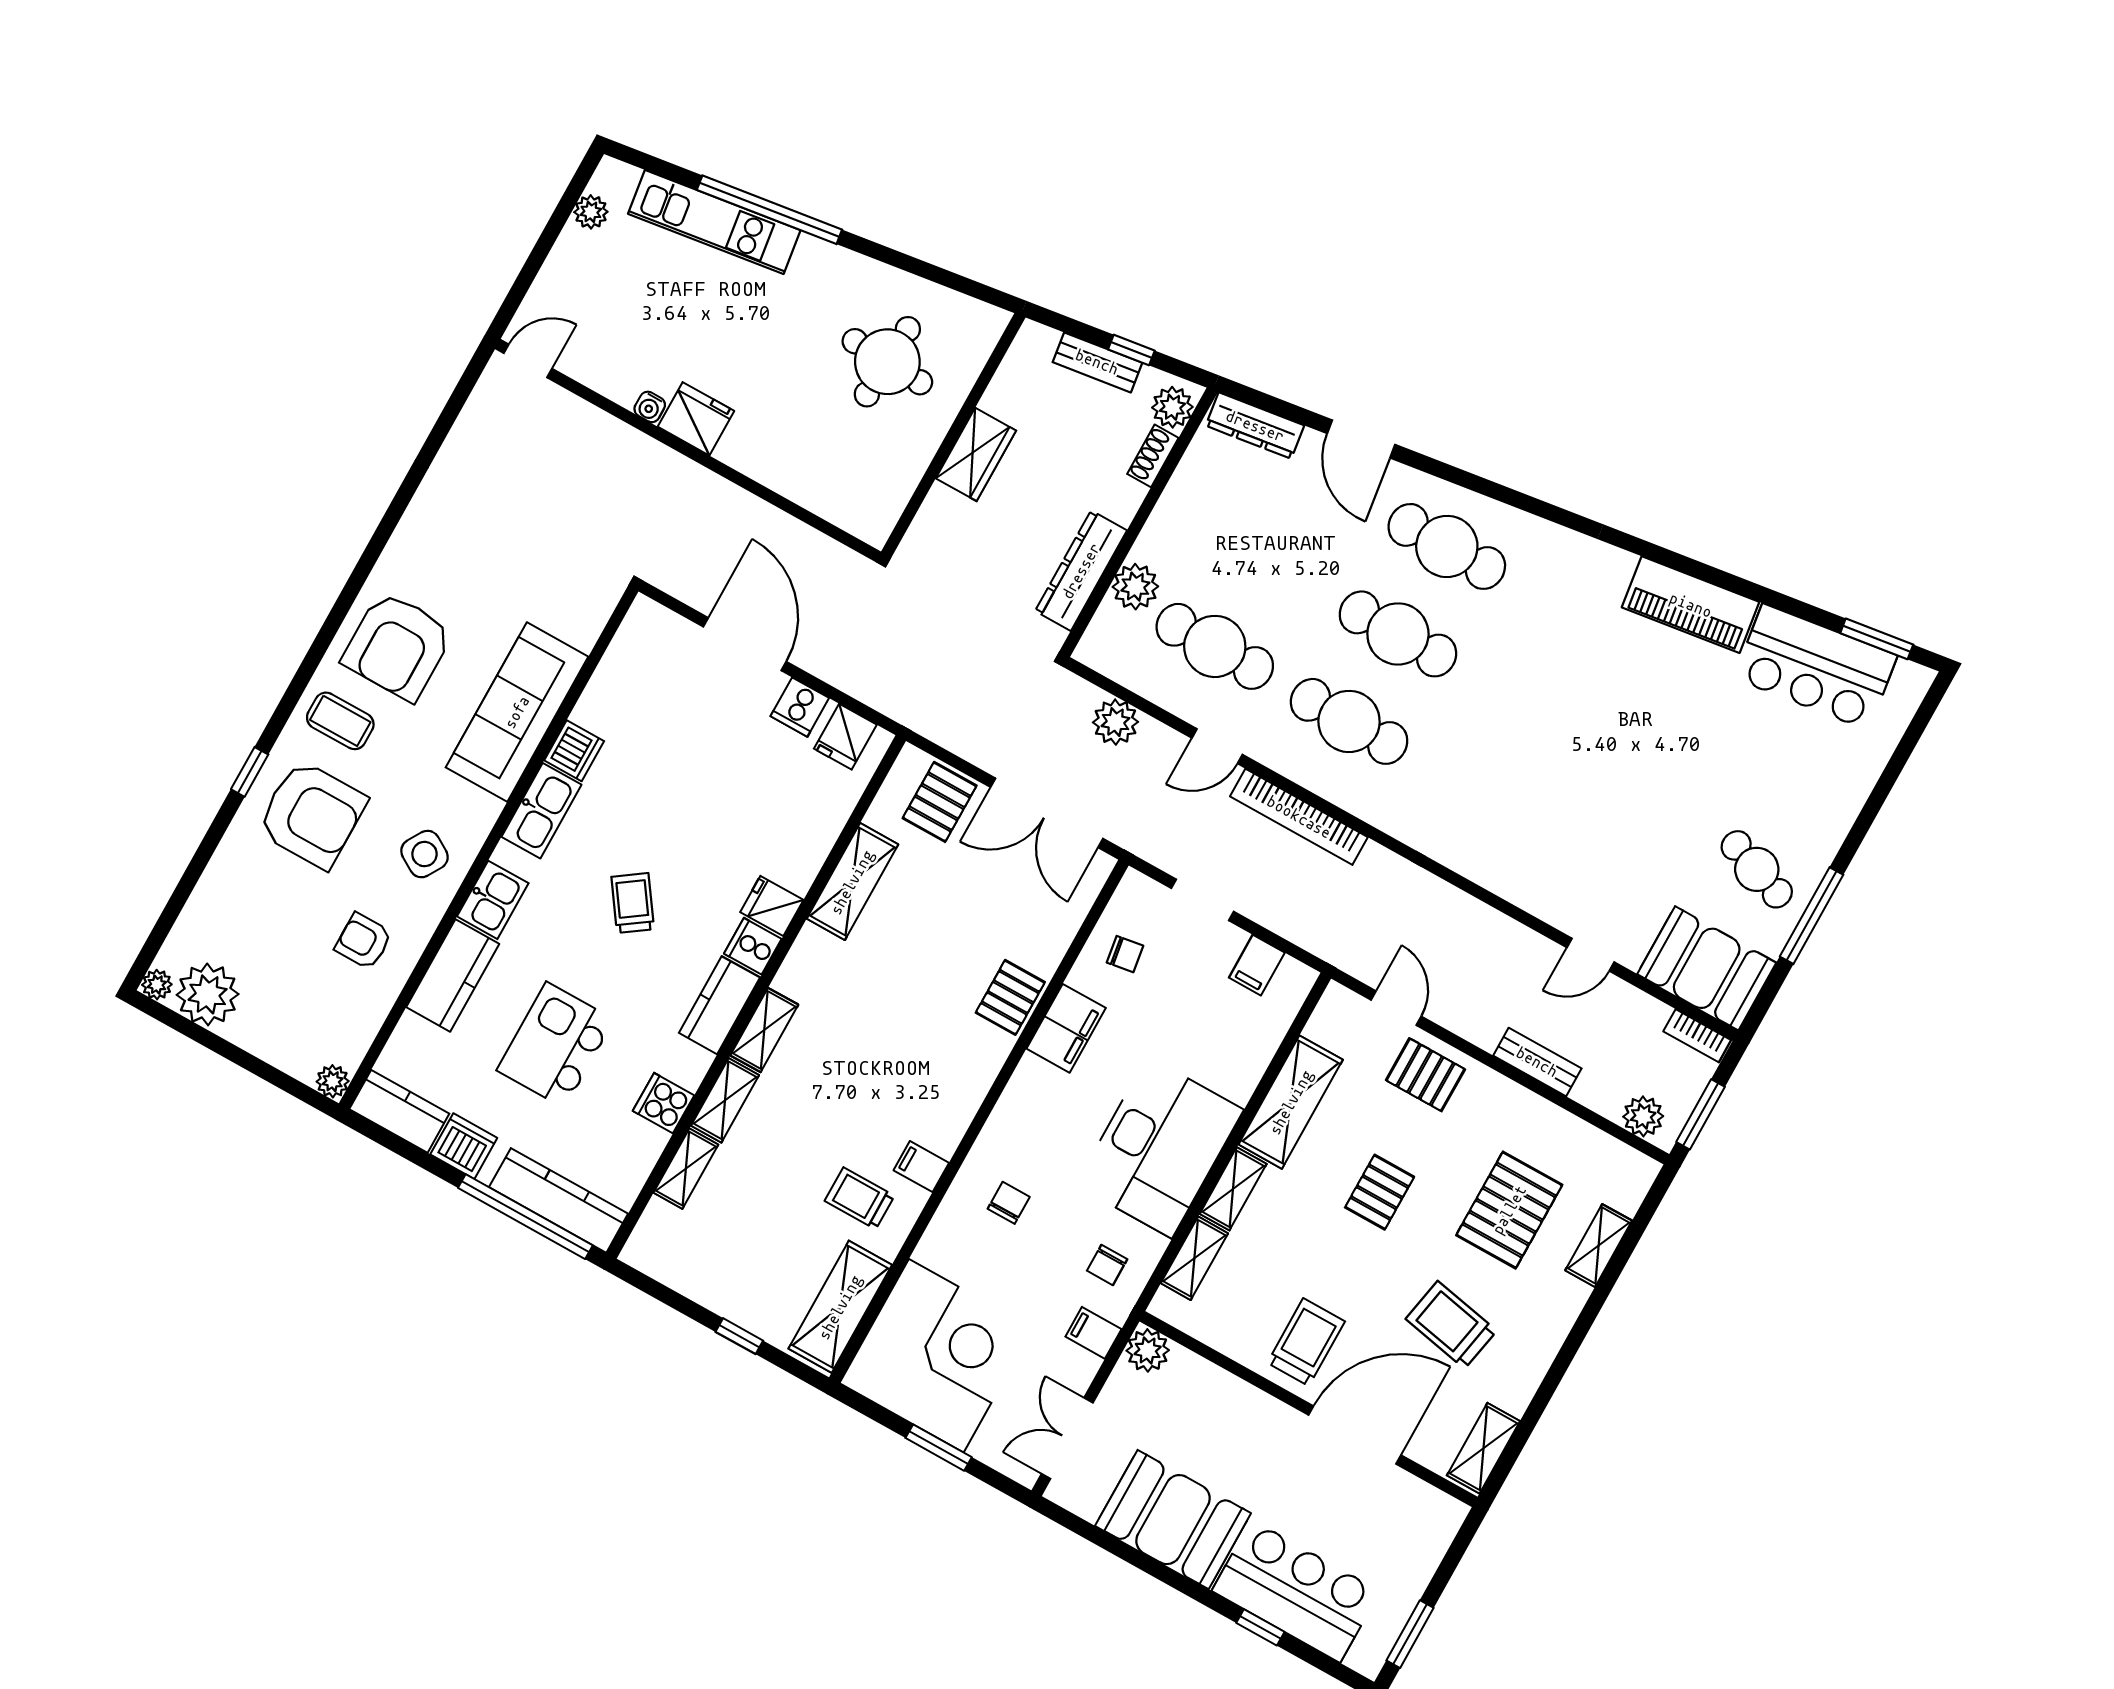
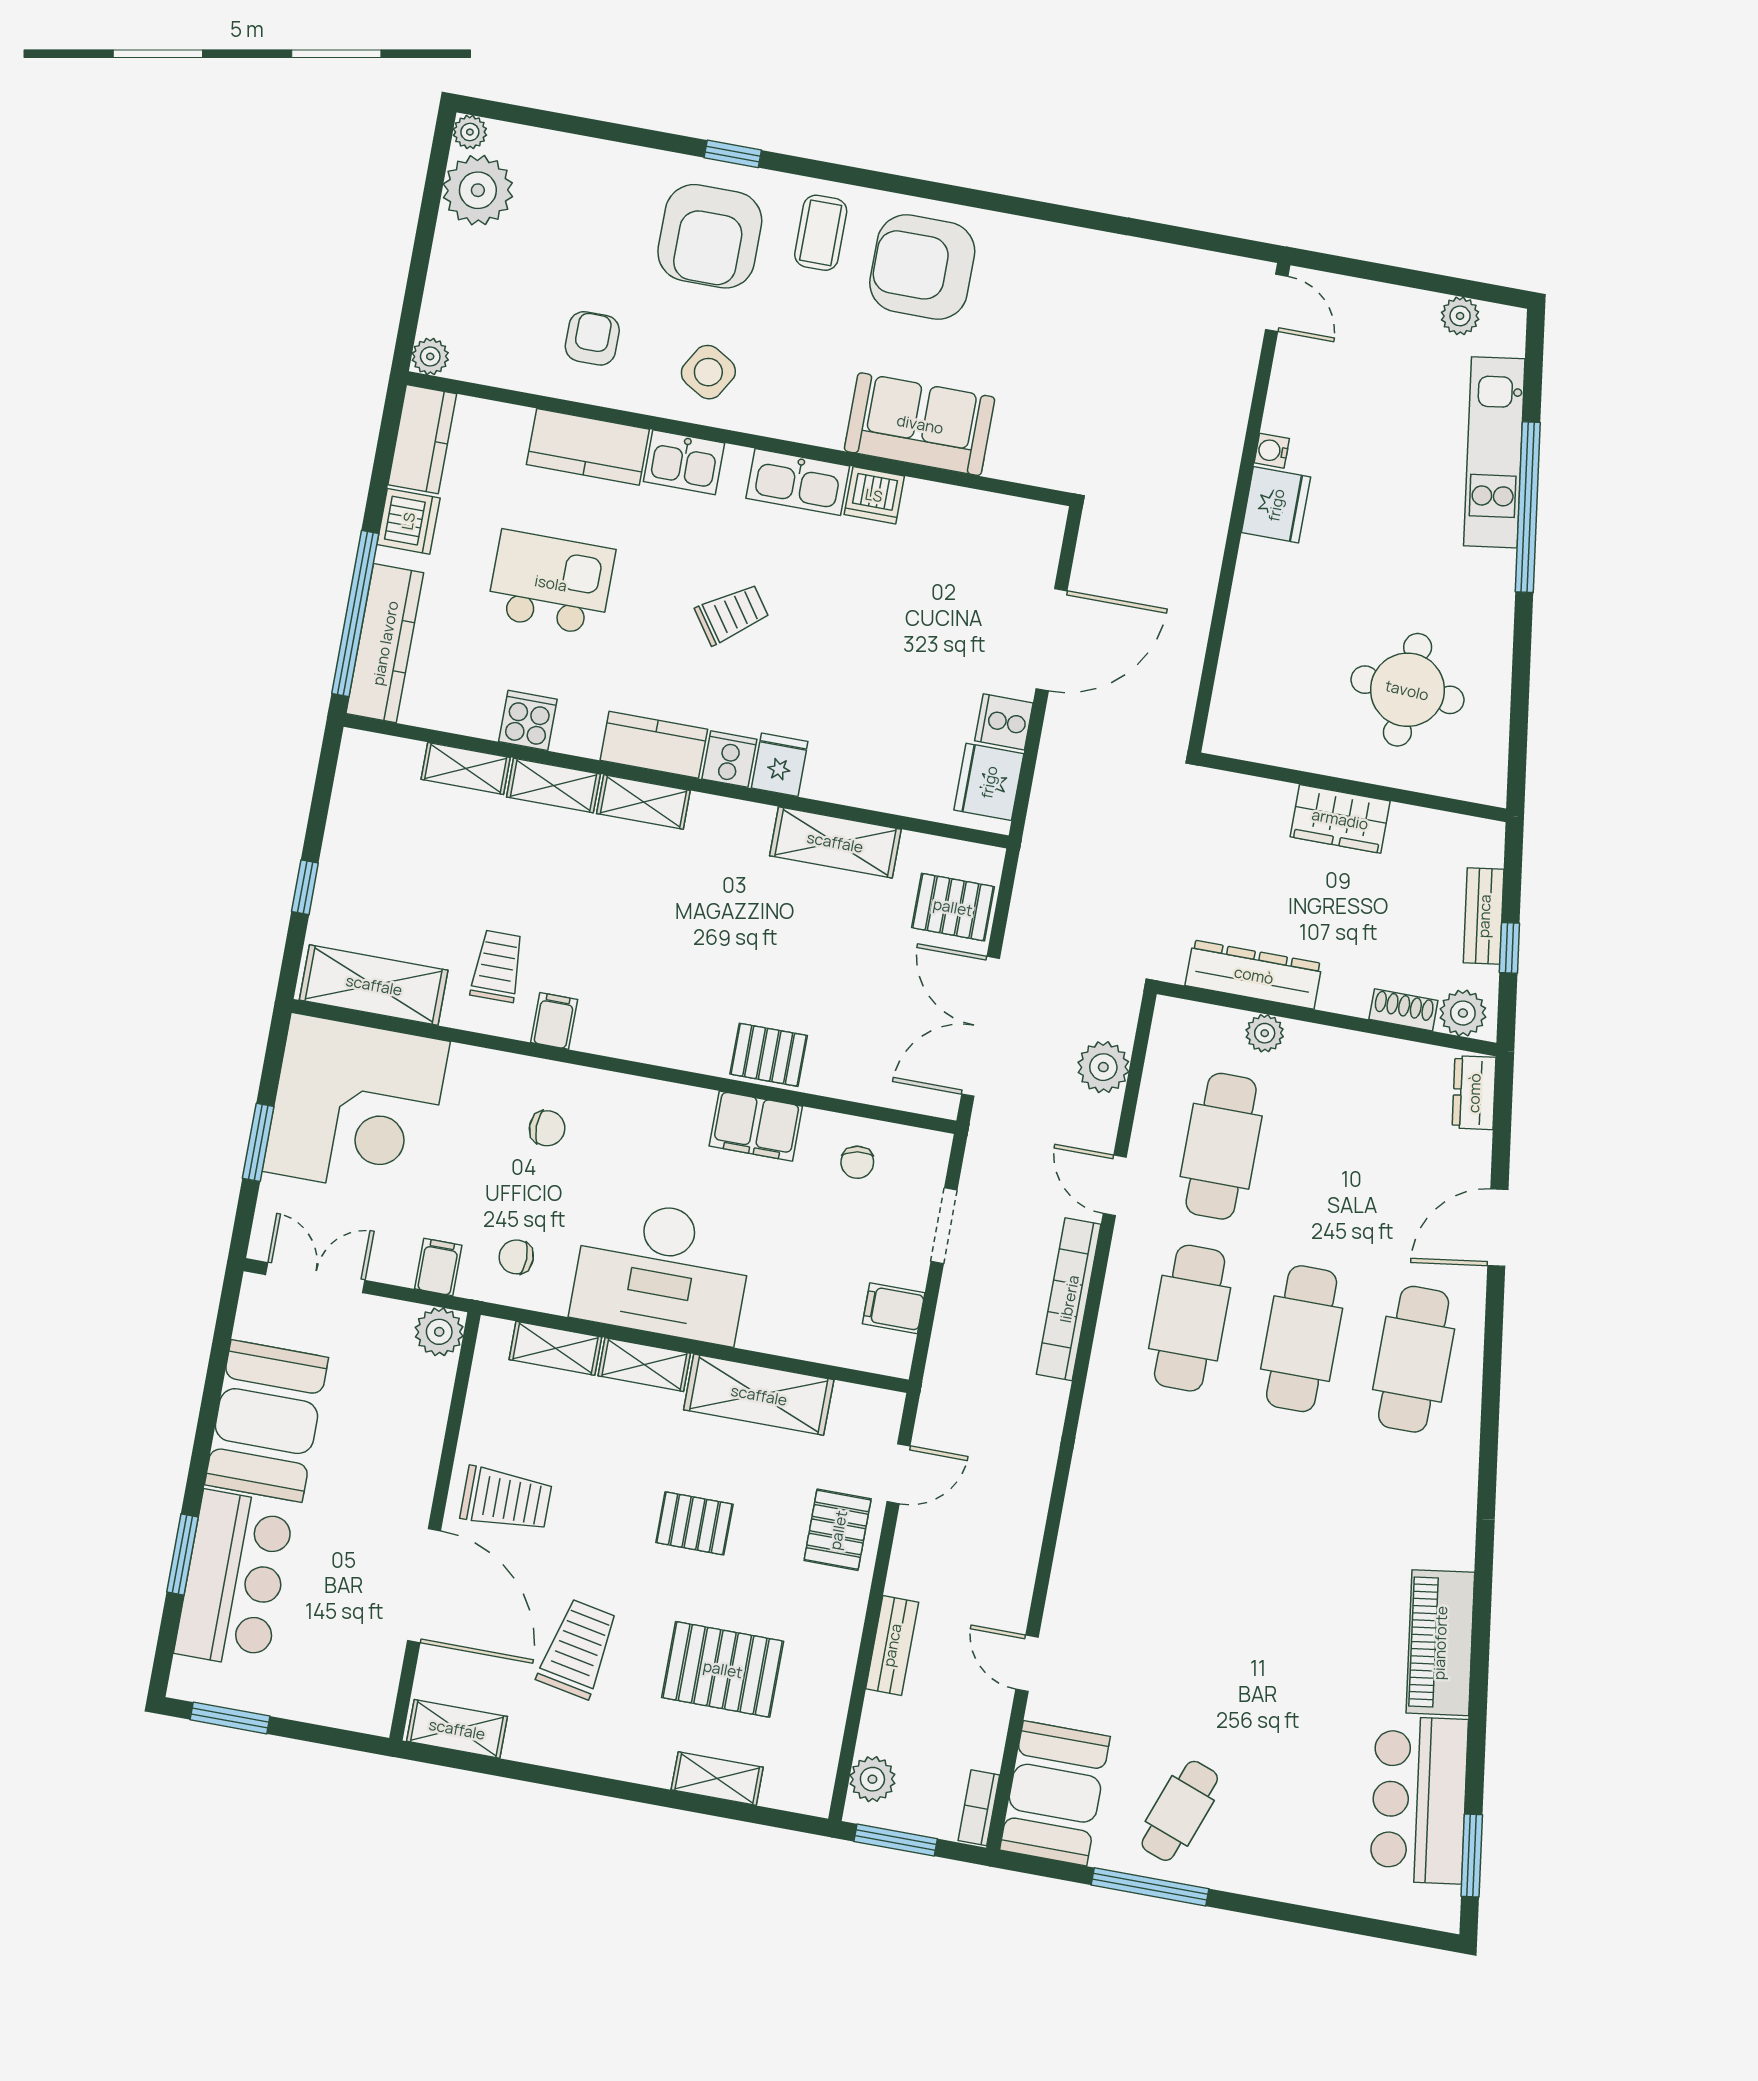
dresser: (1255, 426) -> (1474, 1093), width x0.70
plant: (1135, 587) -> (1265, 1033), width x0.73, depth x0.73
sofa: (517, 712) -> (920, 424), width x0.73
fridge: (845, 737) -> (989, 782), width x1.38
window: (1260, 1627) -> (183, 1554), width x1.50

